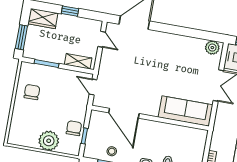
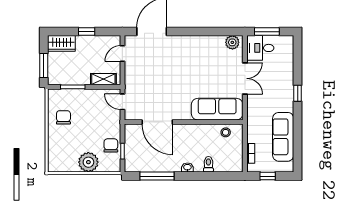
door: (102, 39) -> (122, 54), swing flipped
stool: (112, 151) -> (226, 132), moved

